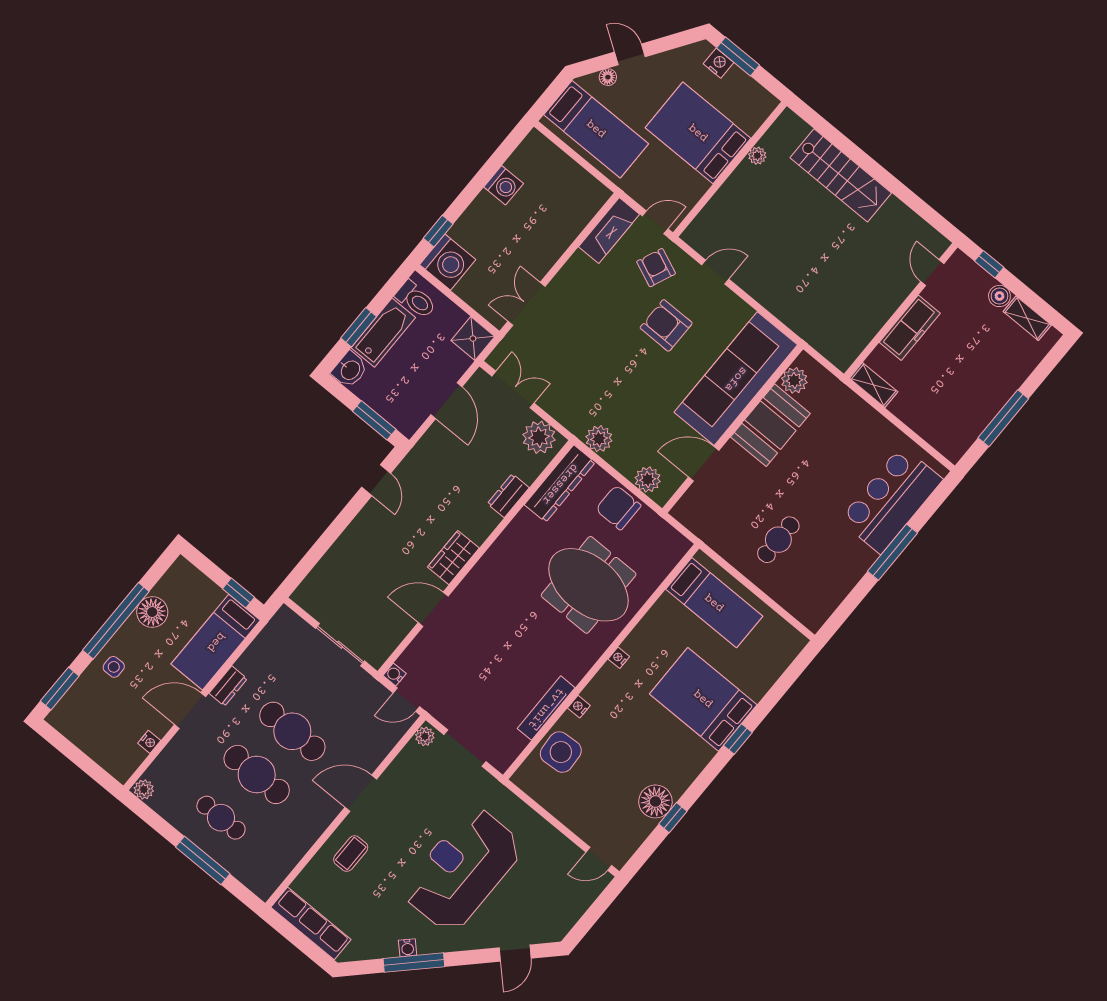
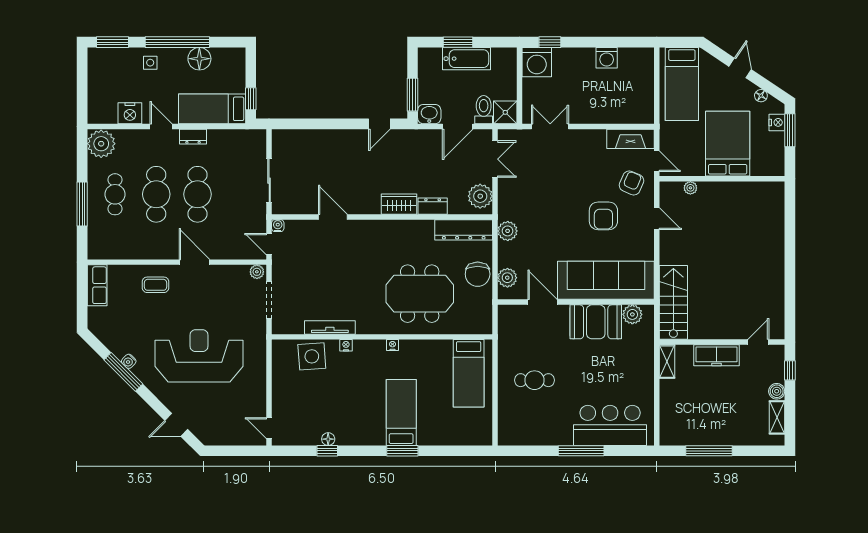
floor lamp: (608, 77) -> (761, 96), moved
plant: (757, 156) -> (690, 188), moved
stairs: (841, 175) -> (673, 302), moved, turned 180
toilet: (416, 300) -> (484, 110), moved, turned 180
armchair: (666, 325) -> (603, 216), turned 180
washbasin: (350, 370) -> (429, 114), moved, turned 180
chair: (618, 507) -> (478, 274), turned 180
wardrobe: (453, 558) -> (399, 204), moved
meeting table: (589, 585) -> (420, 294), turned 90
bed: (703, 699) -> (401, 412), width x0.67
door: (190, 711) -> (161, 126), width x0.73
window: (738, 739) -> (402, 451), width x1.50
nightstand: (149, 742) -> (130, 113), width x1.89, depth x1.79
plant: (144, 789) -> (101, 144), width x1.87, depth x1.87
floor lamp: (655, 801) -> (328, 439), width x0.53, depth x0.53
row of seats: (311, 923) -> (97, 285), width x0.68

